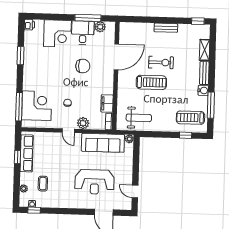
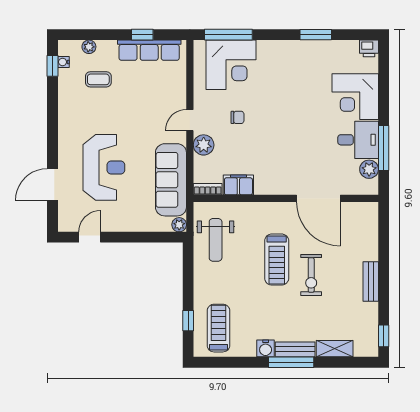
chair: (83, 66) -> (301, 142), removed
window: (211, 105) -> (291, 362), moved
reception desk: (95, 182) -> (104, 167), turned 180

